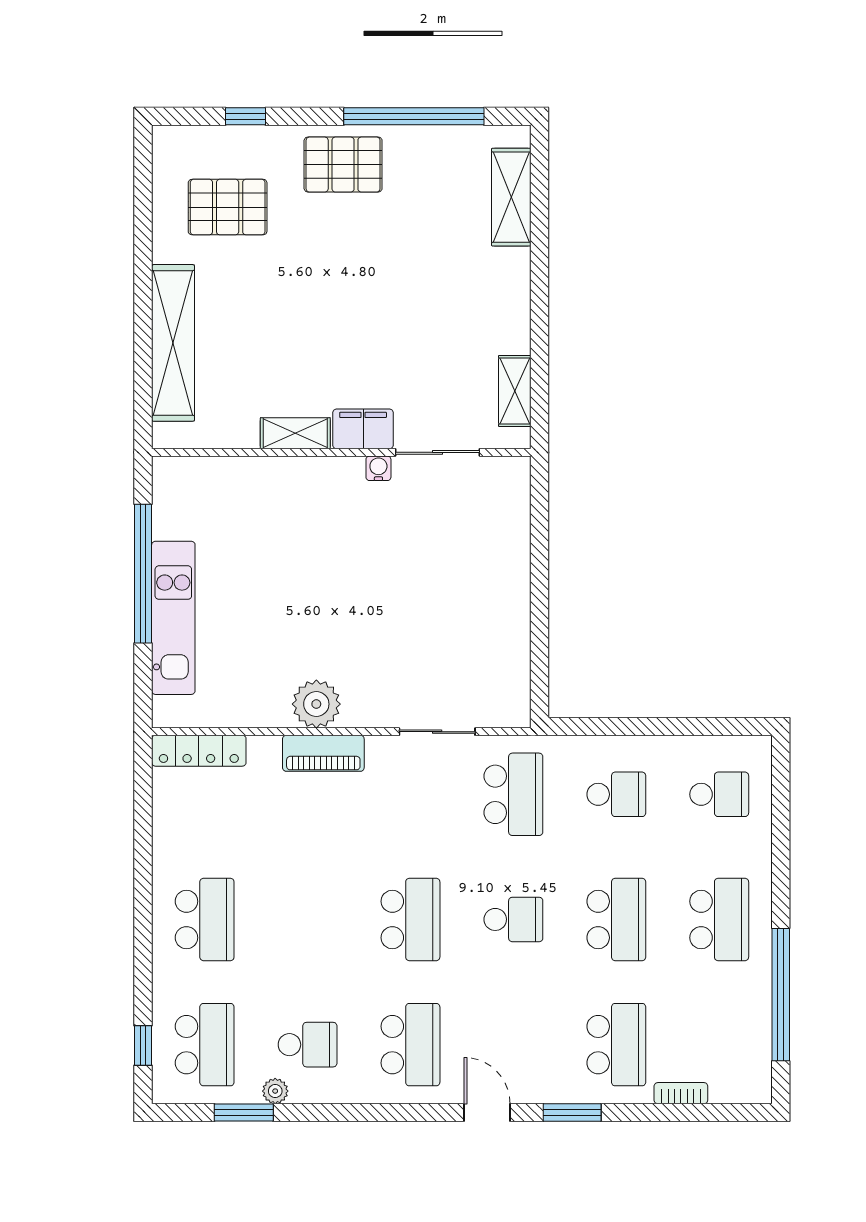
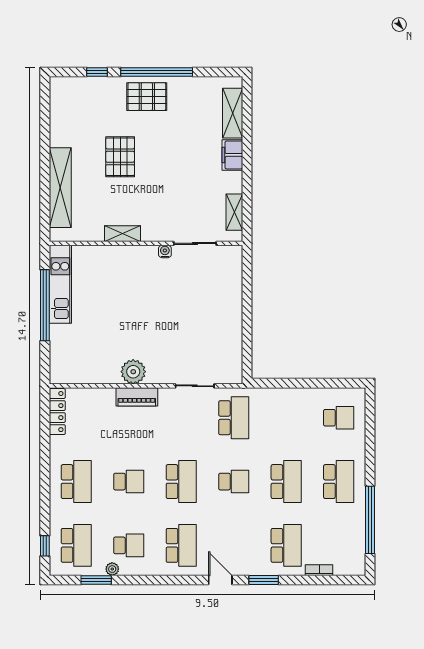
window: (414, 116) -> (157, 72), moved
pallet: (228, 207) -> (120, 157), moved, turned 90
filing cabinet: (363, 429) -> (232, 155), moved, turned -90
kitchen unit: (173, 618) -> (60, 284), moved
locker: (199, 751) -> (57, 412), moved, turned -90
school desk: (616, 794) -> (129, 482), moved

